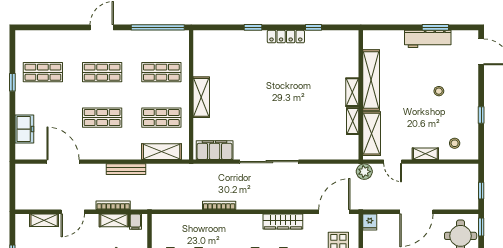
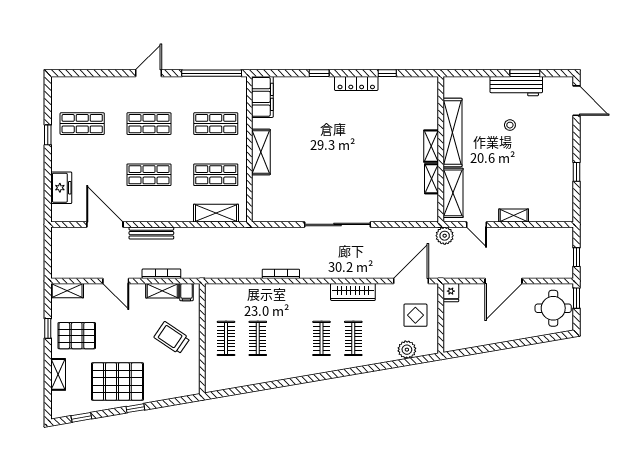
stool: (439, 91) -> (510, 125), moved
stool: (455, 143) -> (547, 204), removed
filing cabinet: (215, 150) -> (262, 97), moved, turned 90
bench: (126, 169) -> (151, 233), moved
door: (73, 212) -> (116, 281), hinge flipped
shelving: (44, 220) -> (67, 291), moved

